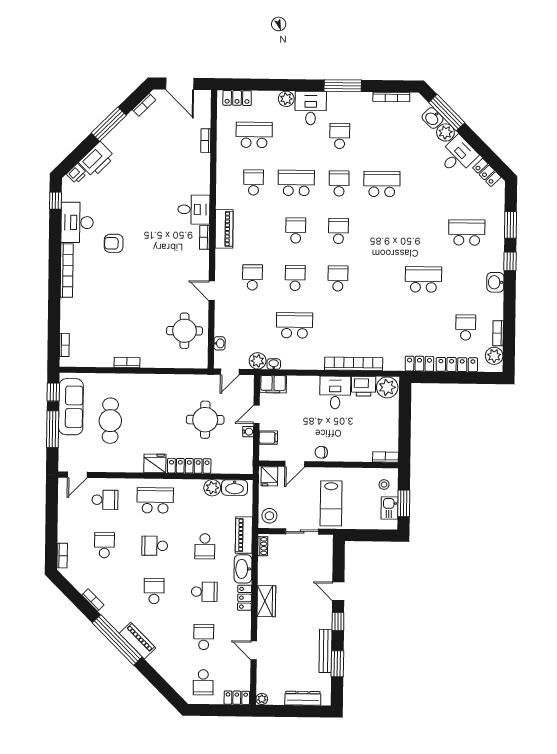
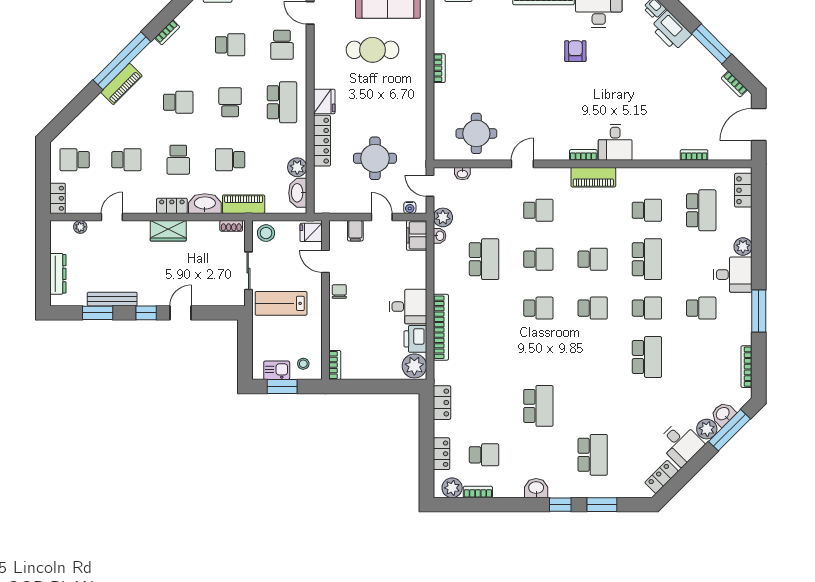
locker: (457, 365) -> (441, 454), width x0.66
water cooler: (248, 432) -> (410, 208), moved
plant: (262, 699) -> (80, 227), moved

